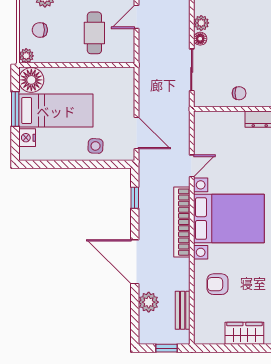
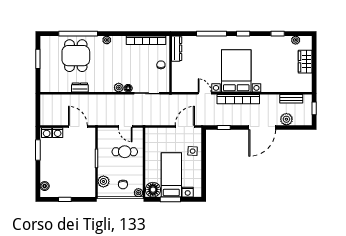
door: (137, 17) -> (125, 126), moved
armchair: (218, 284) -> (276, 78), removed

